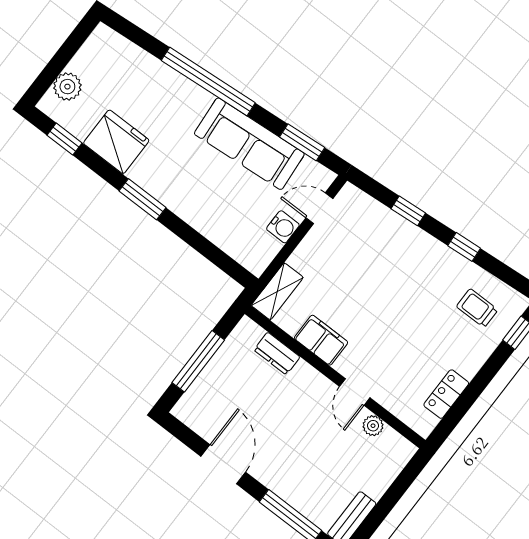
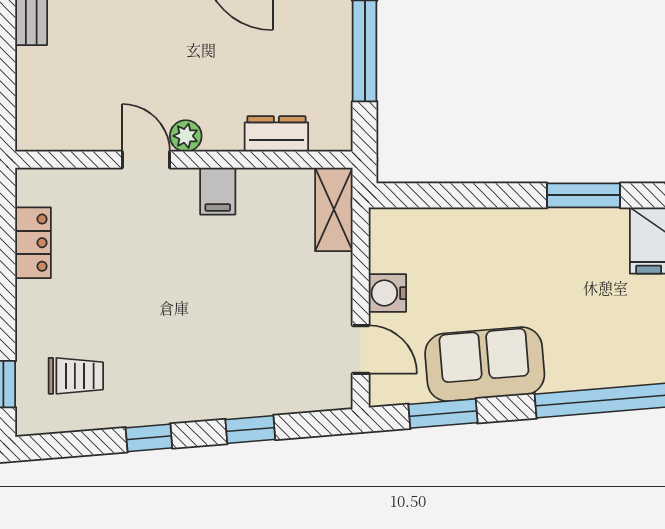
sofa: (249, 144) -> (485, 364), width x0.73
door: (319, 208) -> (361, 349), hinge flipped
filing cabinet: (321, 340) -> (218, 191), width x0.50
plant: (373, 426) -> (186, 136), moved

